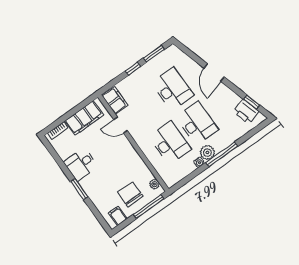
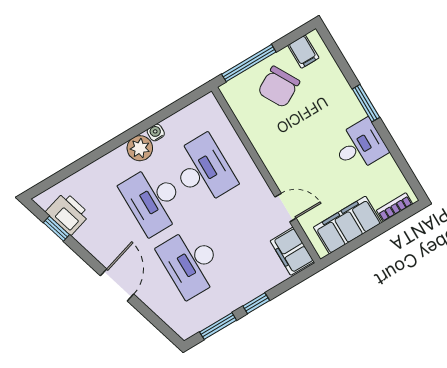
desk: (170, 143) -> (203, 170), turned 180
window: (222, 154) -> (115, 143), removed
plant: (154, 184) -> (236, 101), removed
chair: (130, 194) -> (279, 87), turned 61

